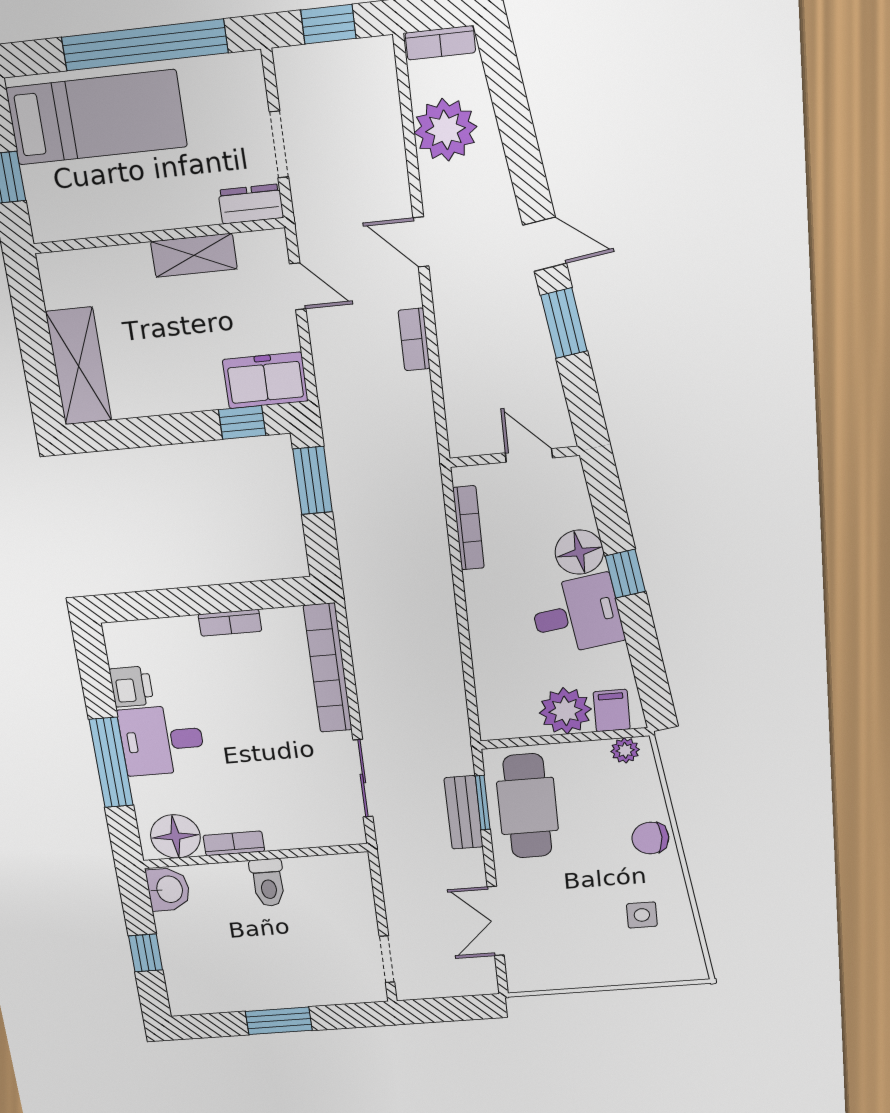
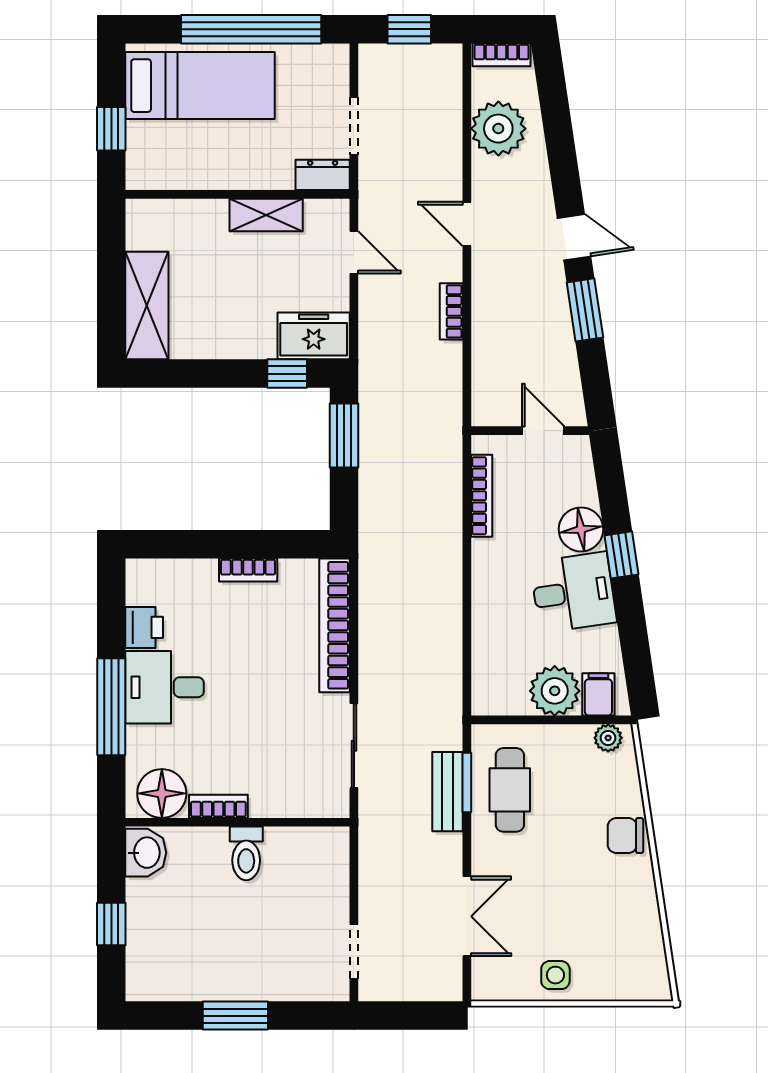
cafe table: (527, 806) -> (510, 790), width x0.73, depth x0.74
side table: (642, 915) -> (555, 975), moved
double door: (496, 921) -> (467, 916), swing flipped

